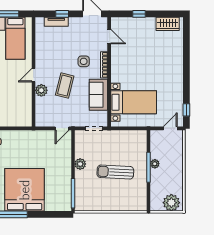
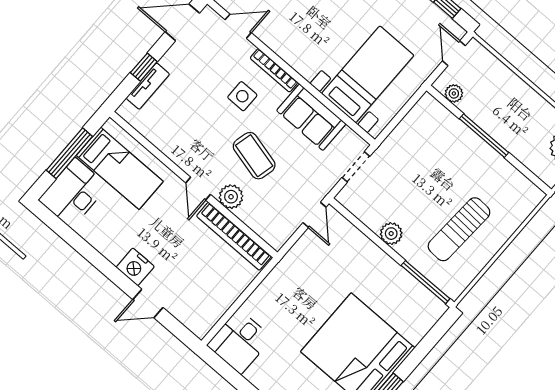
bookcase: (27, 105) -> (234, 236), added
plant: (155, 164) -> (454, 93), moved
sun lounger: (115, 172) -> (459, 229), moved

